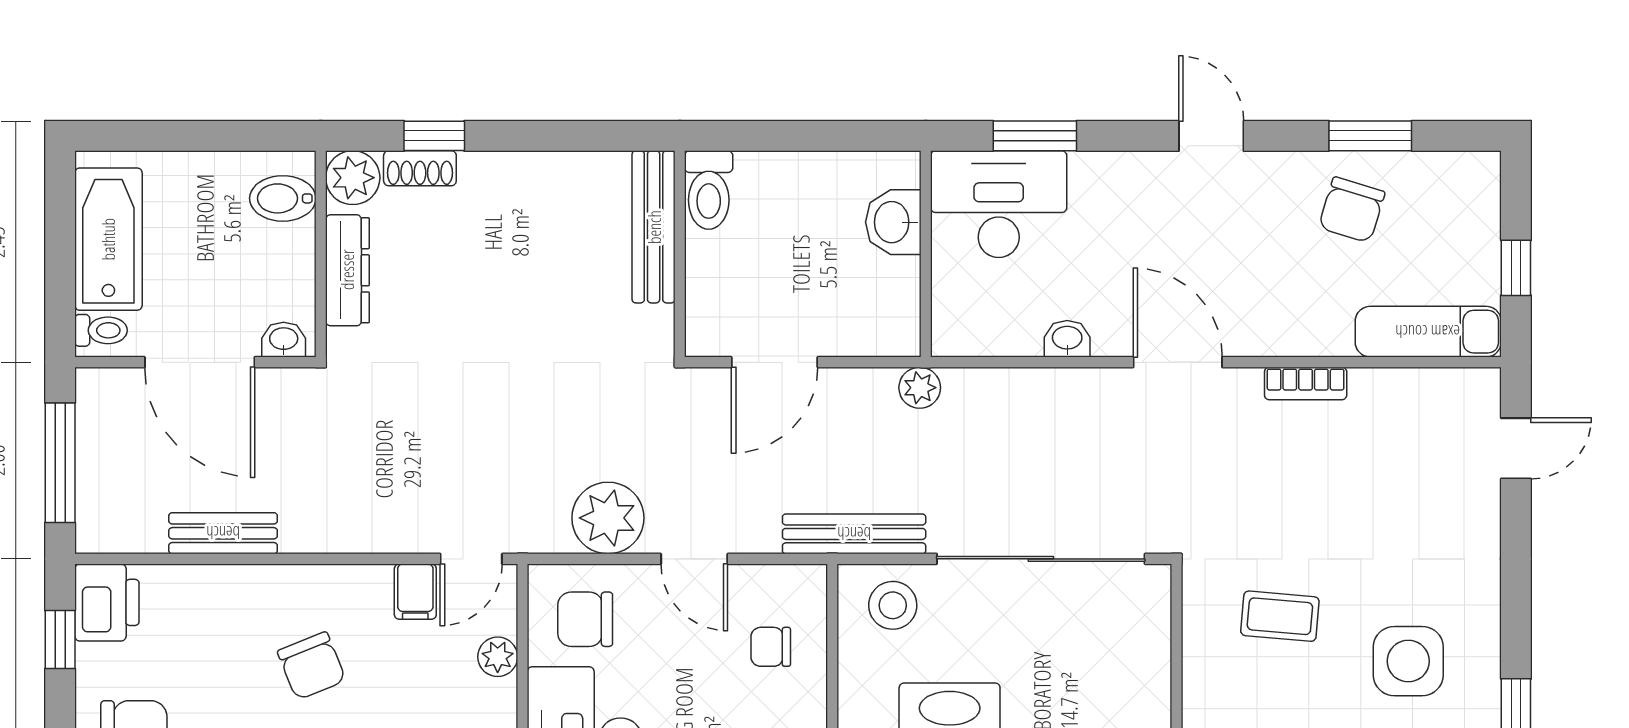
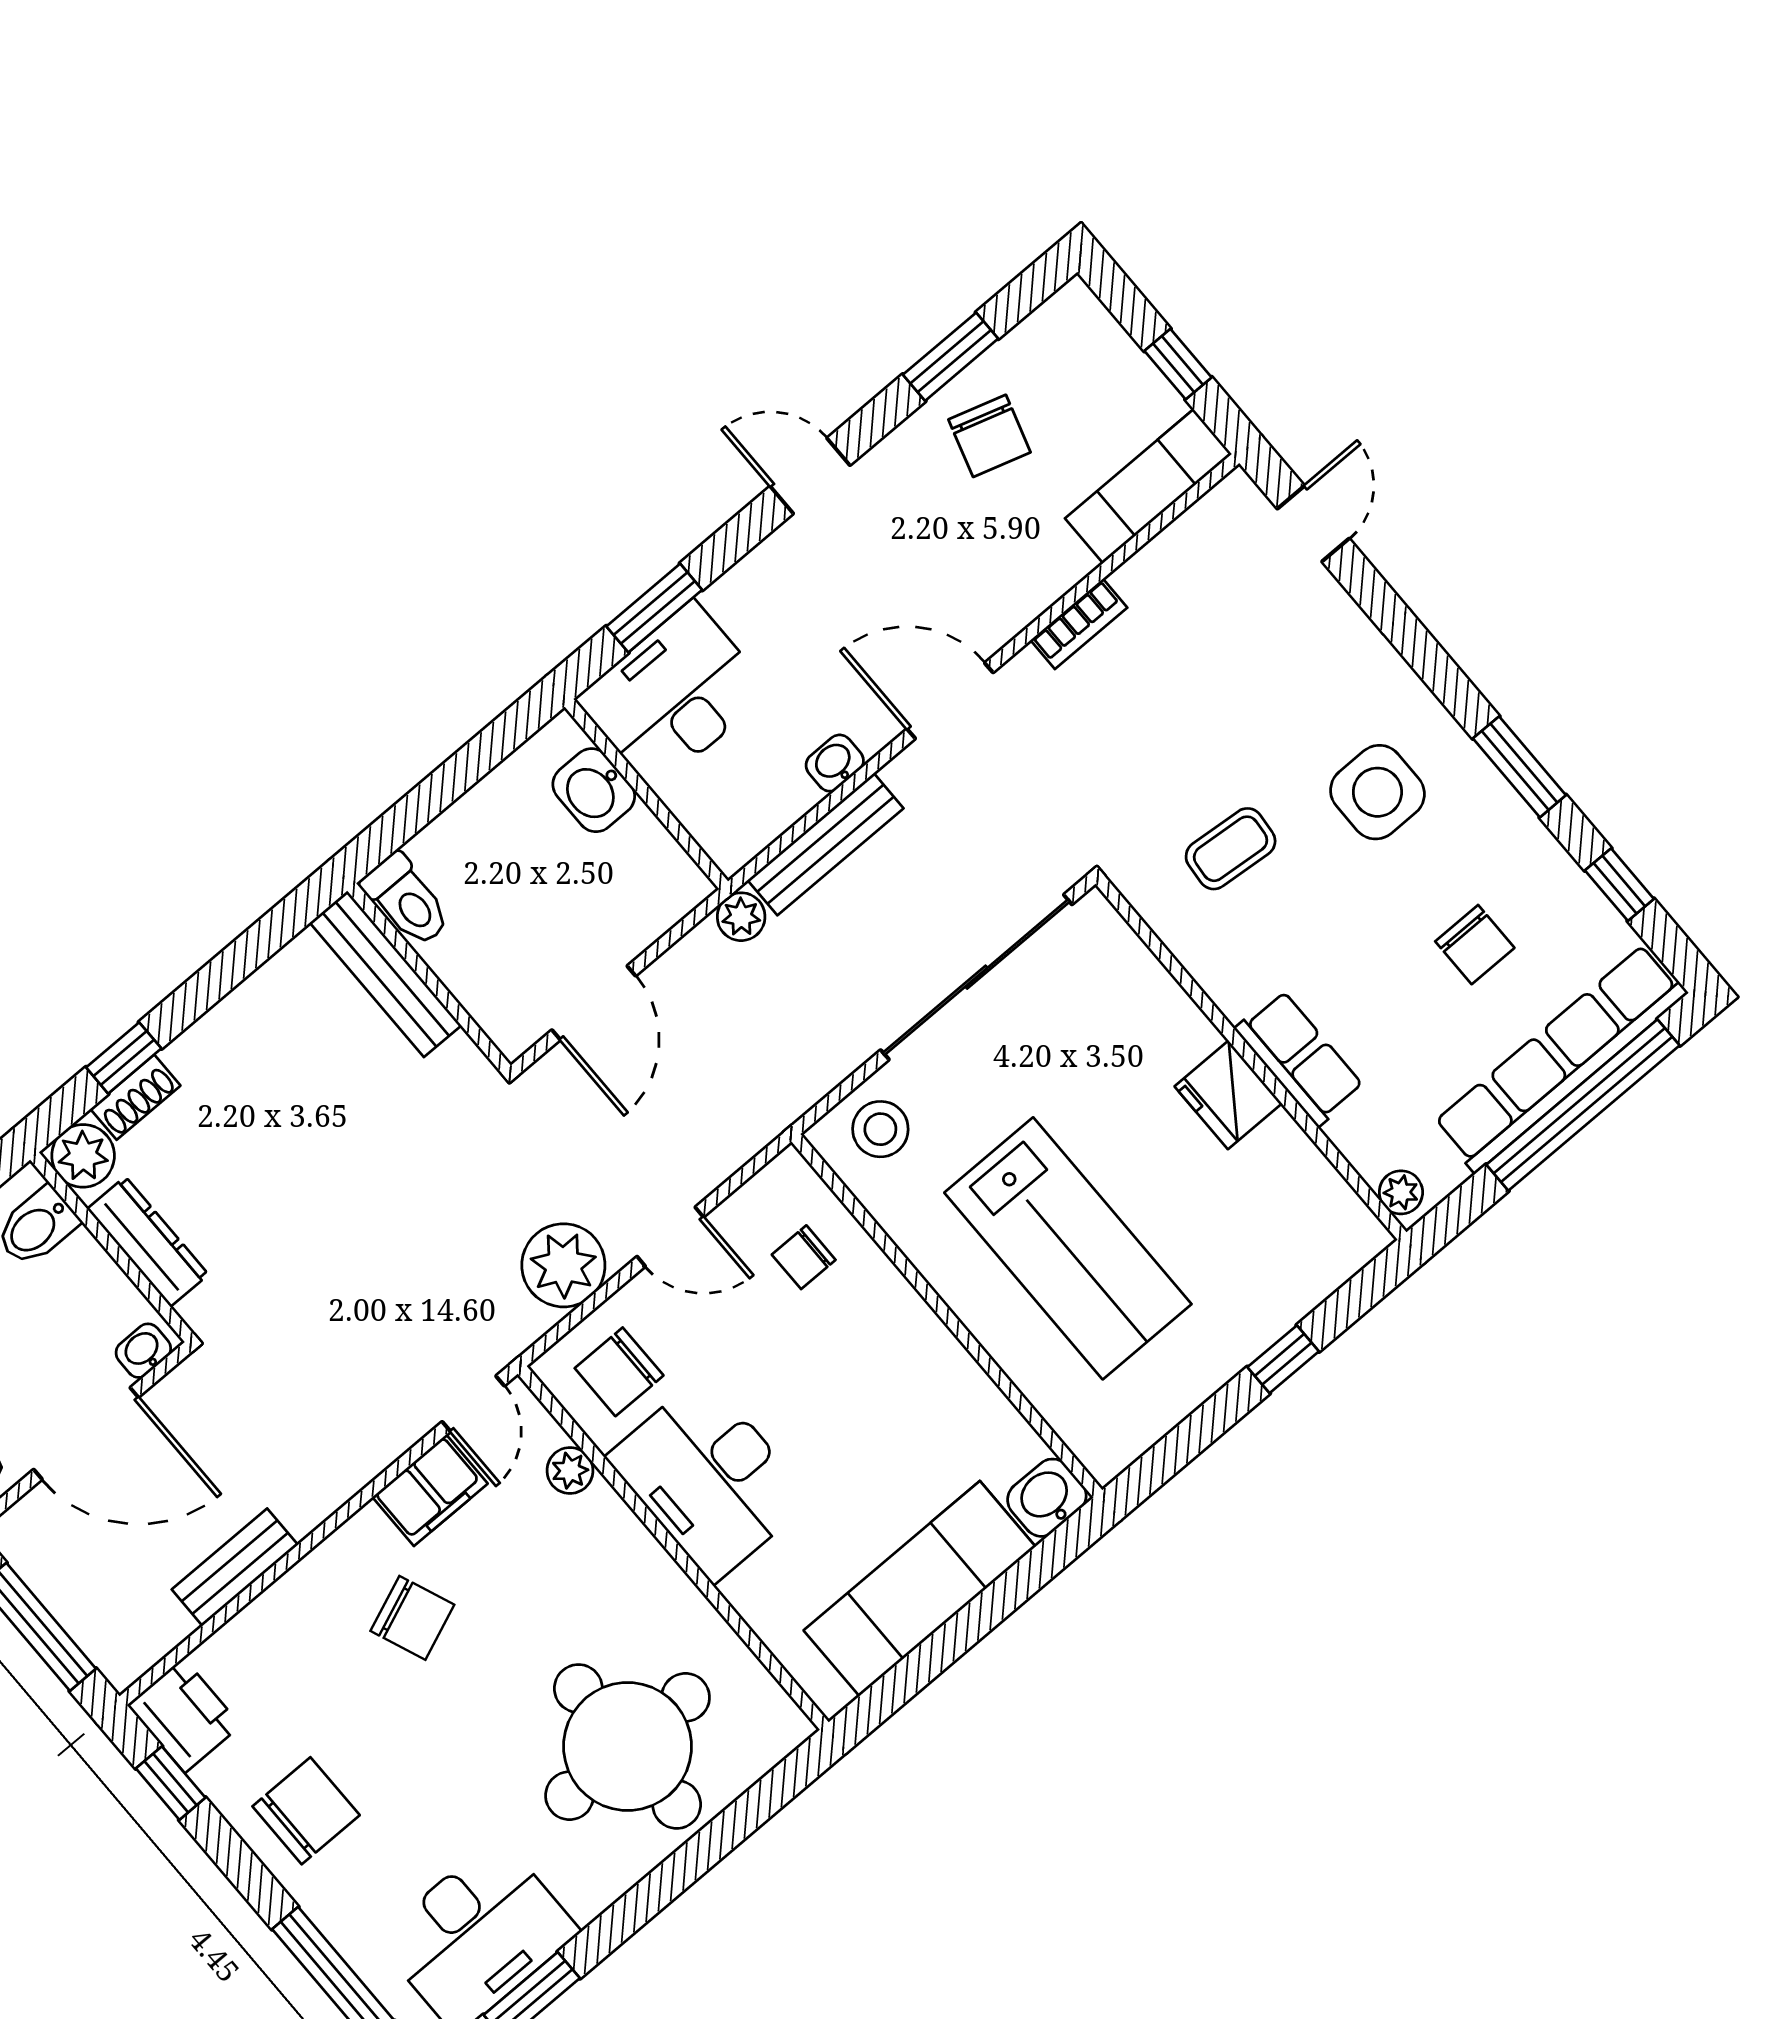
bench: (854, 534) -> (826, 844), moved
filing cabinet: (415, 592) -> (430, 1490), width x2.00

